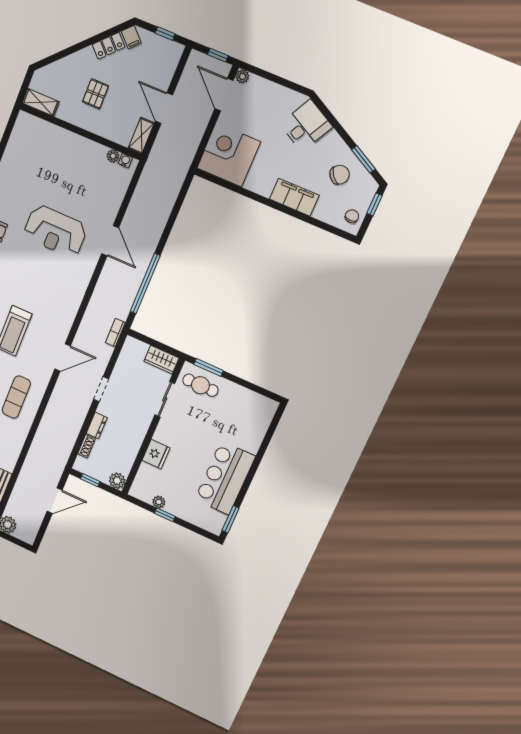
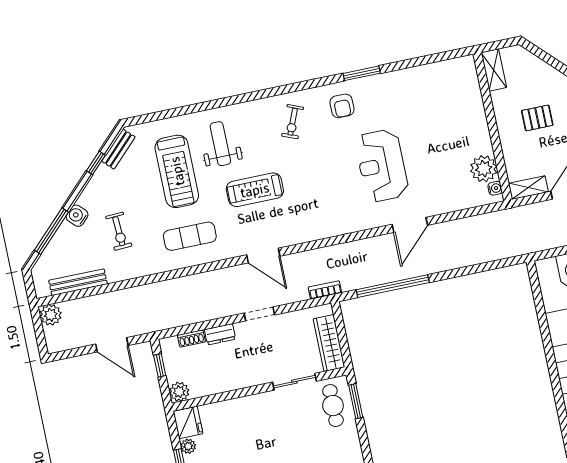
plant: (113, 156) -> (484, 169), width x1.87, depth x1.87
wardrobe: (161, 360) -> (329, 343), width x1.50
fridge: (156, 454) -> (188, 423), moved, turned -90

